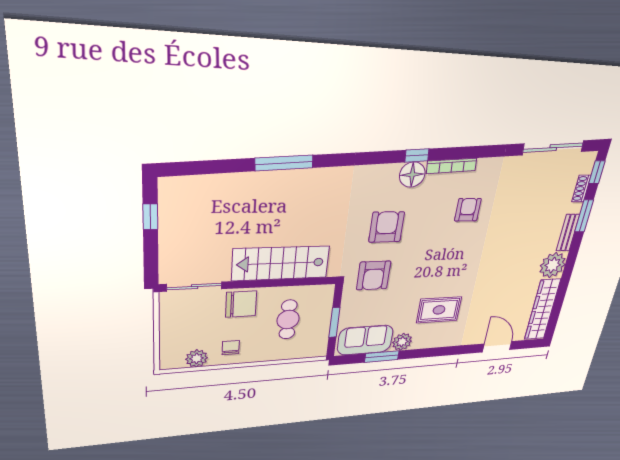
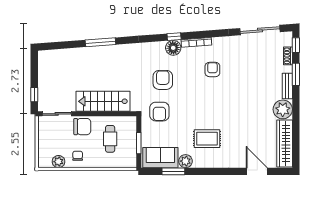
window: (150, 217) -> (34, 95), moved

